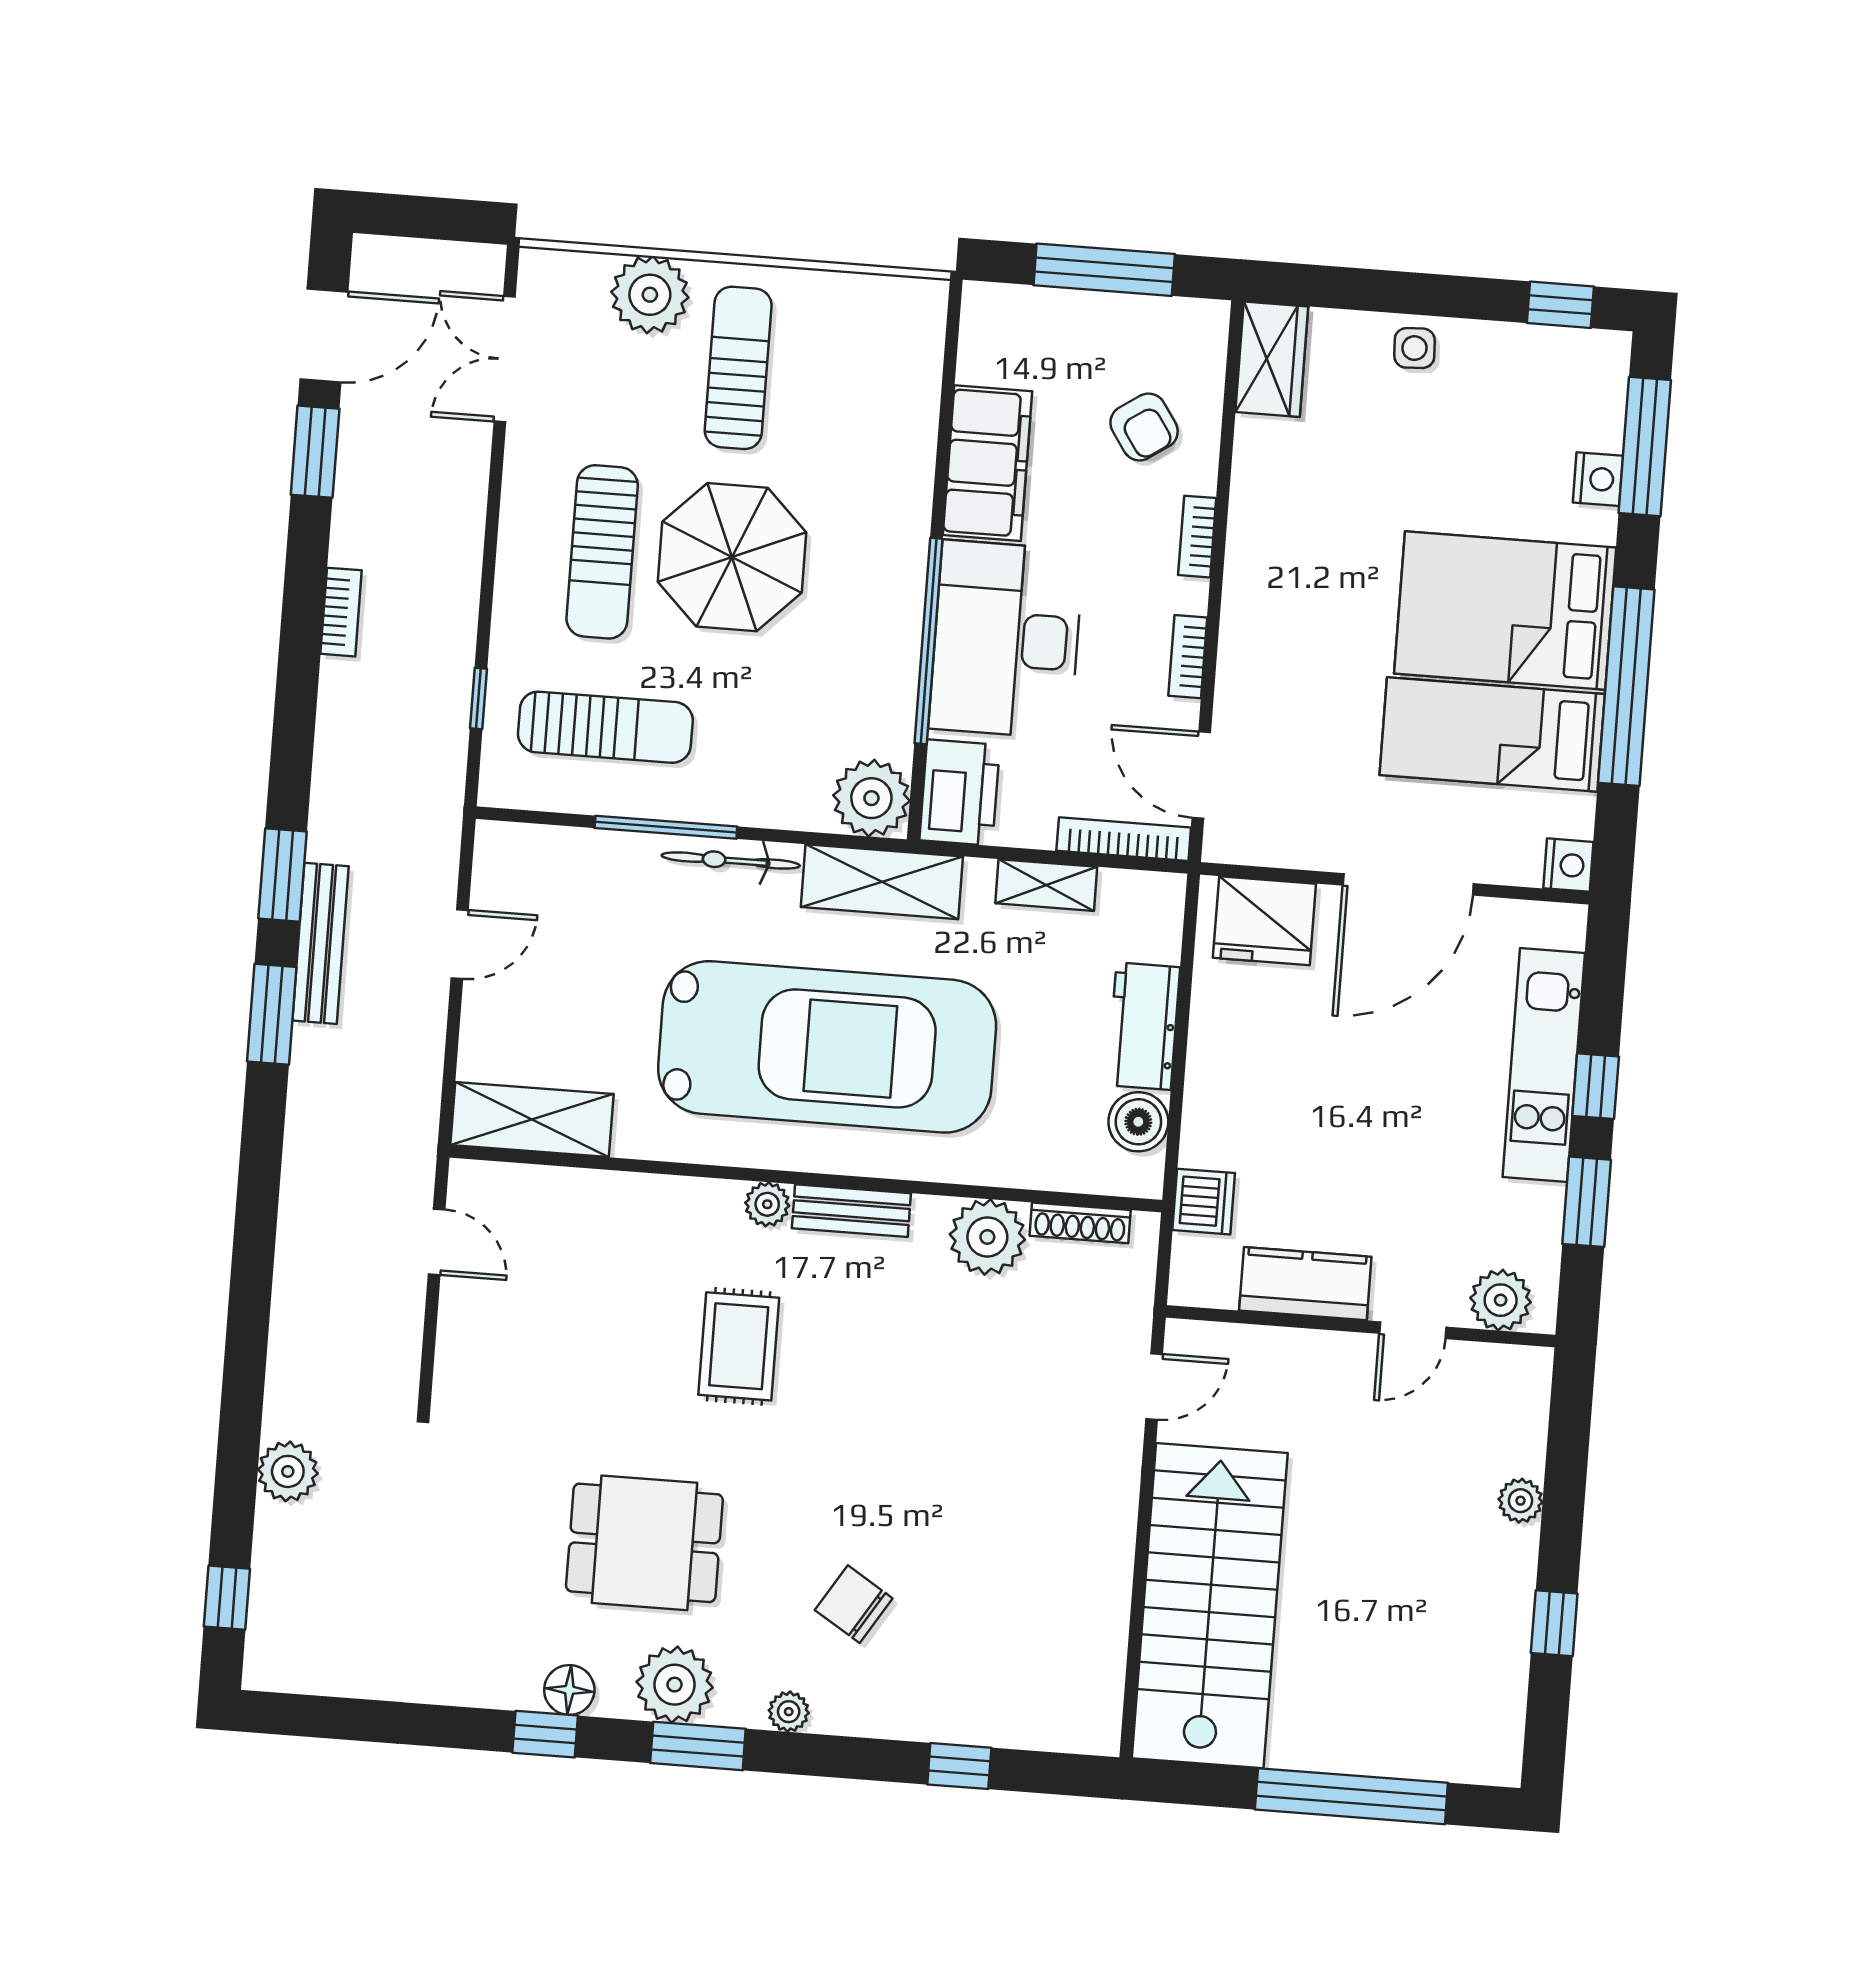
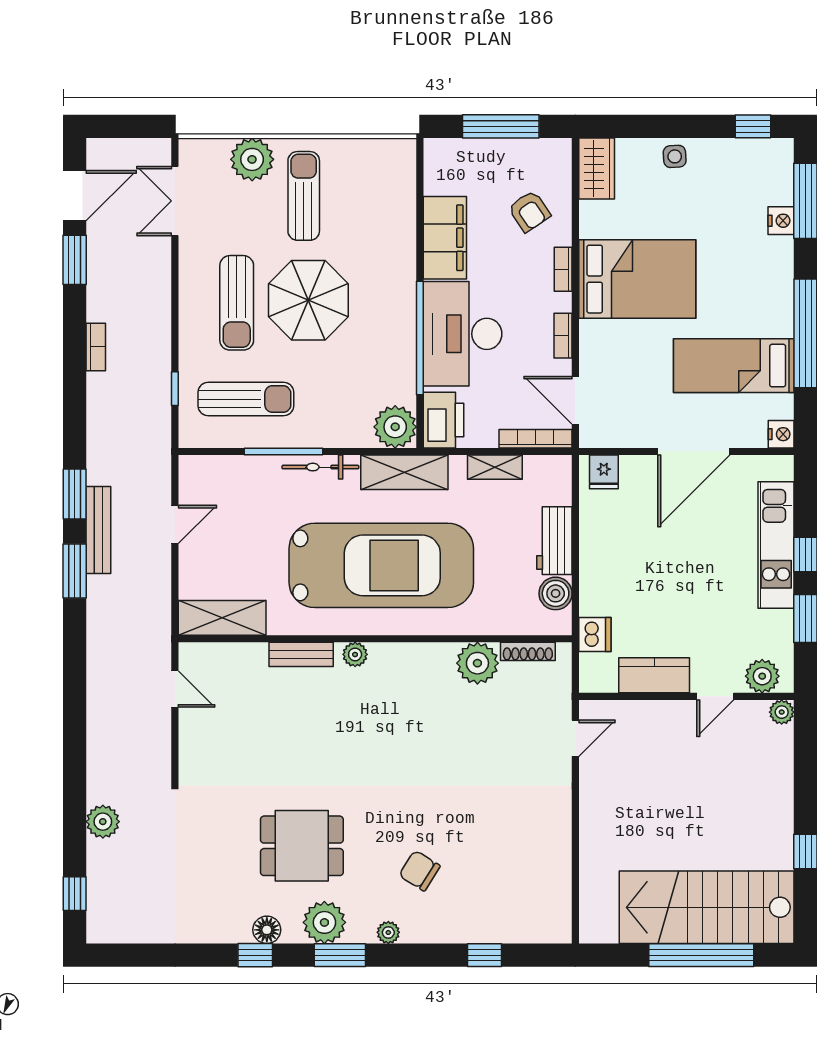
bed: (1505, 610) -> (637, 279), moved, turned 180
fridge: (1264, 921) -> (604, 472), width x0.53, depth x0.75
bench: (851, 1211) -> (301, 654), moved
rug: (739, 1346) -> (345, 734), removed
plant: (1521, 1501) -> (782, 712), moved
stairs: (1210, 1606) -> (707, 907), moved, turned -90

